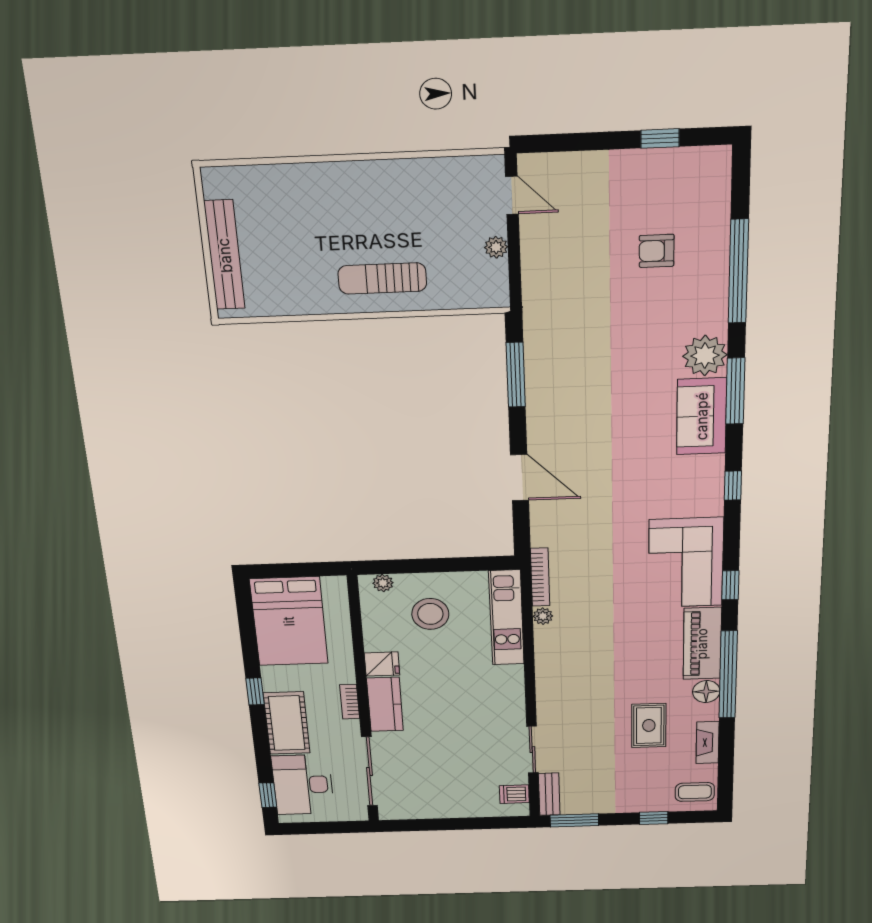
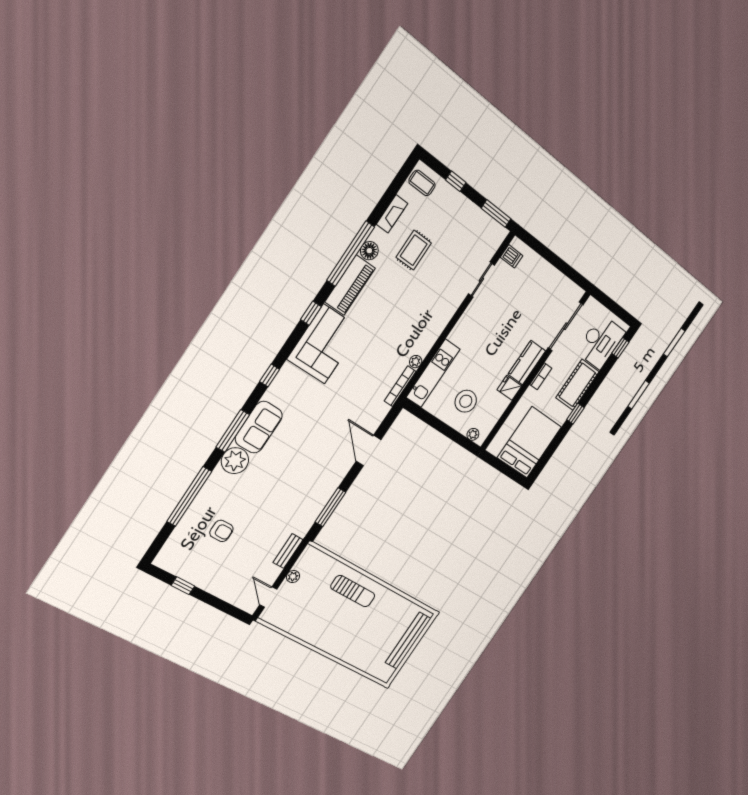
bench: (549, 794) -> (288, 551), moved

